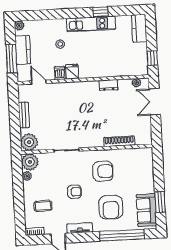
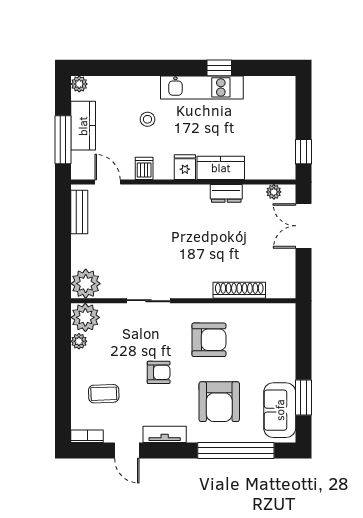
kitchen counter: (139, 28) -> (221, 168), moved, turned 90
fridge: (72, 72) -> (185, 167), moved
bench: (24, 115) -> (79, 212), moved

